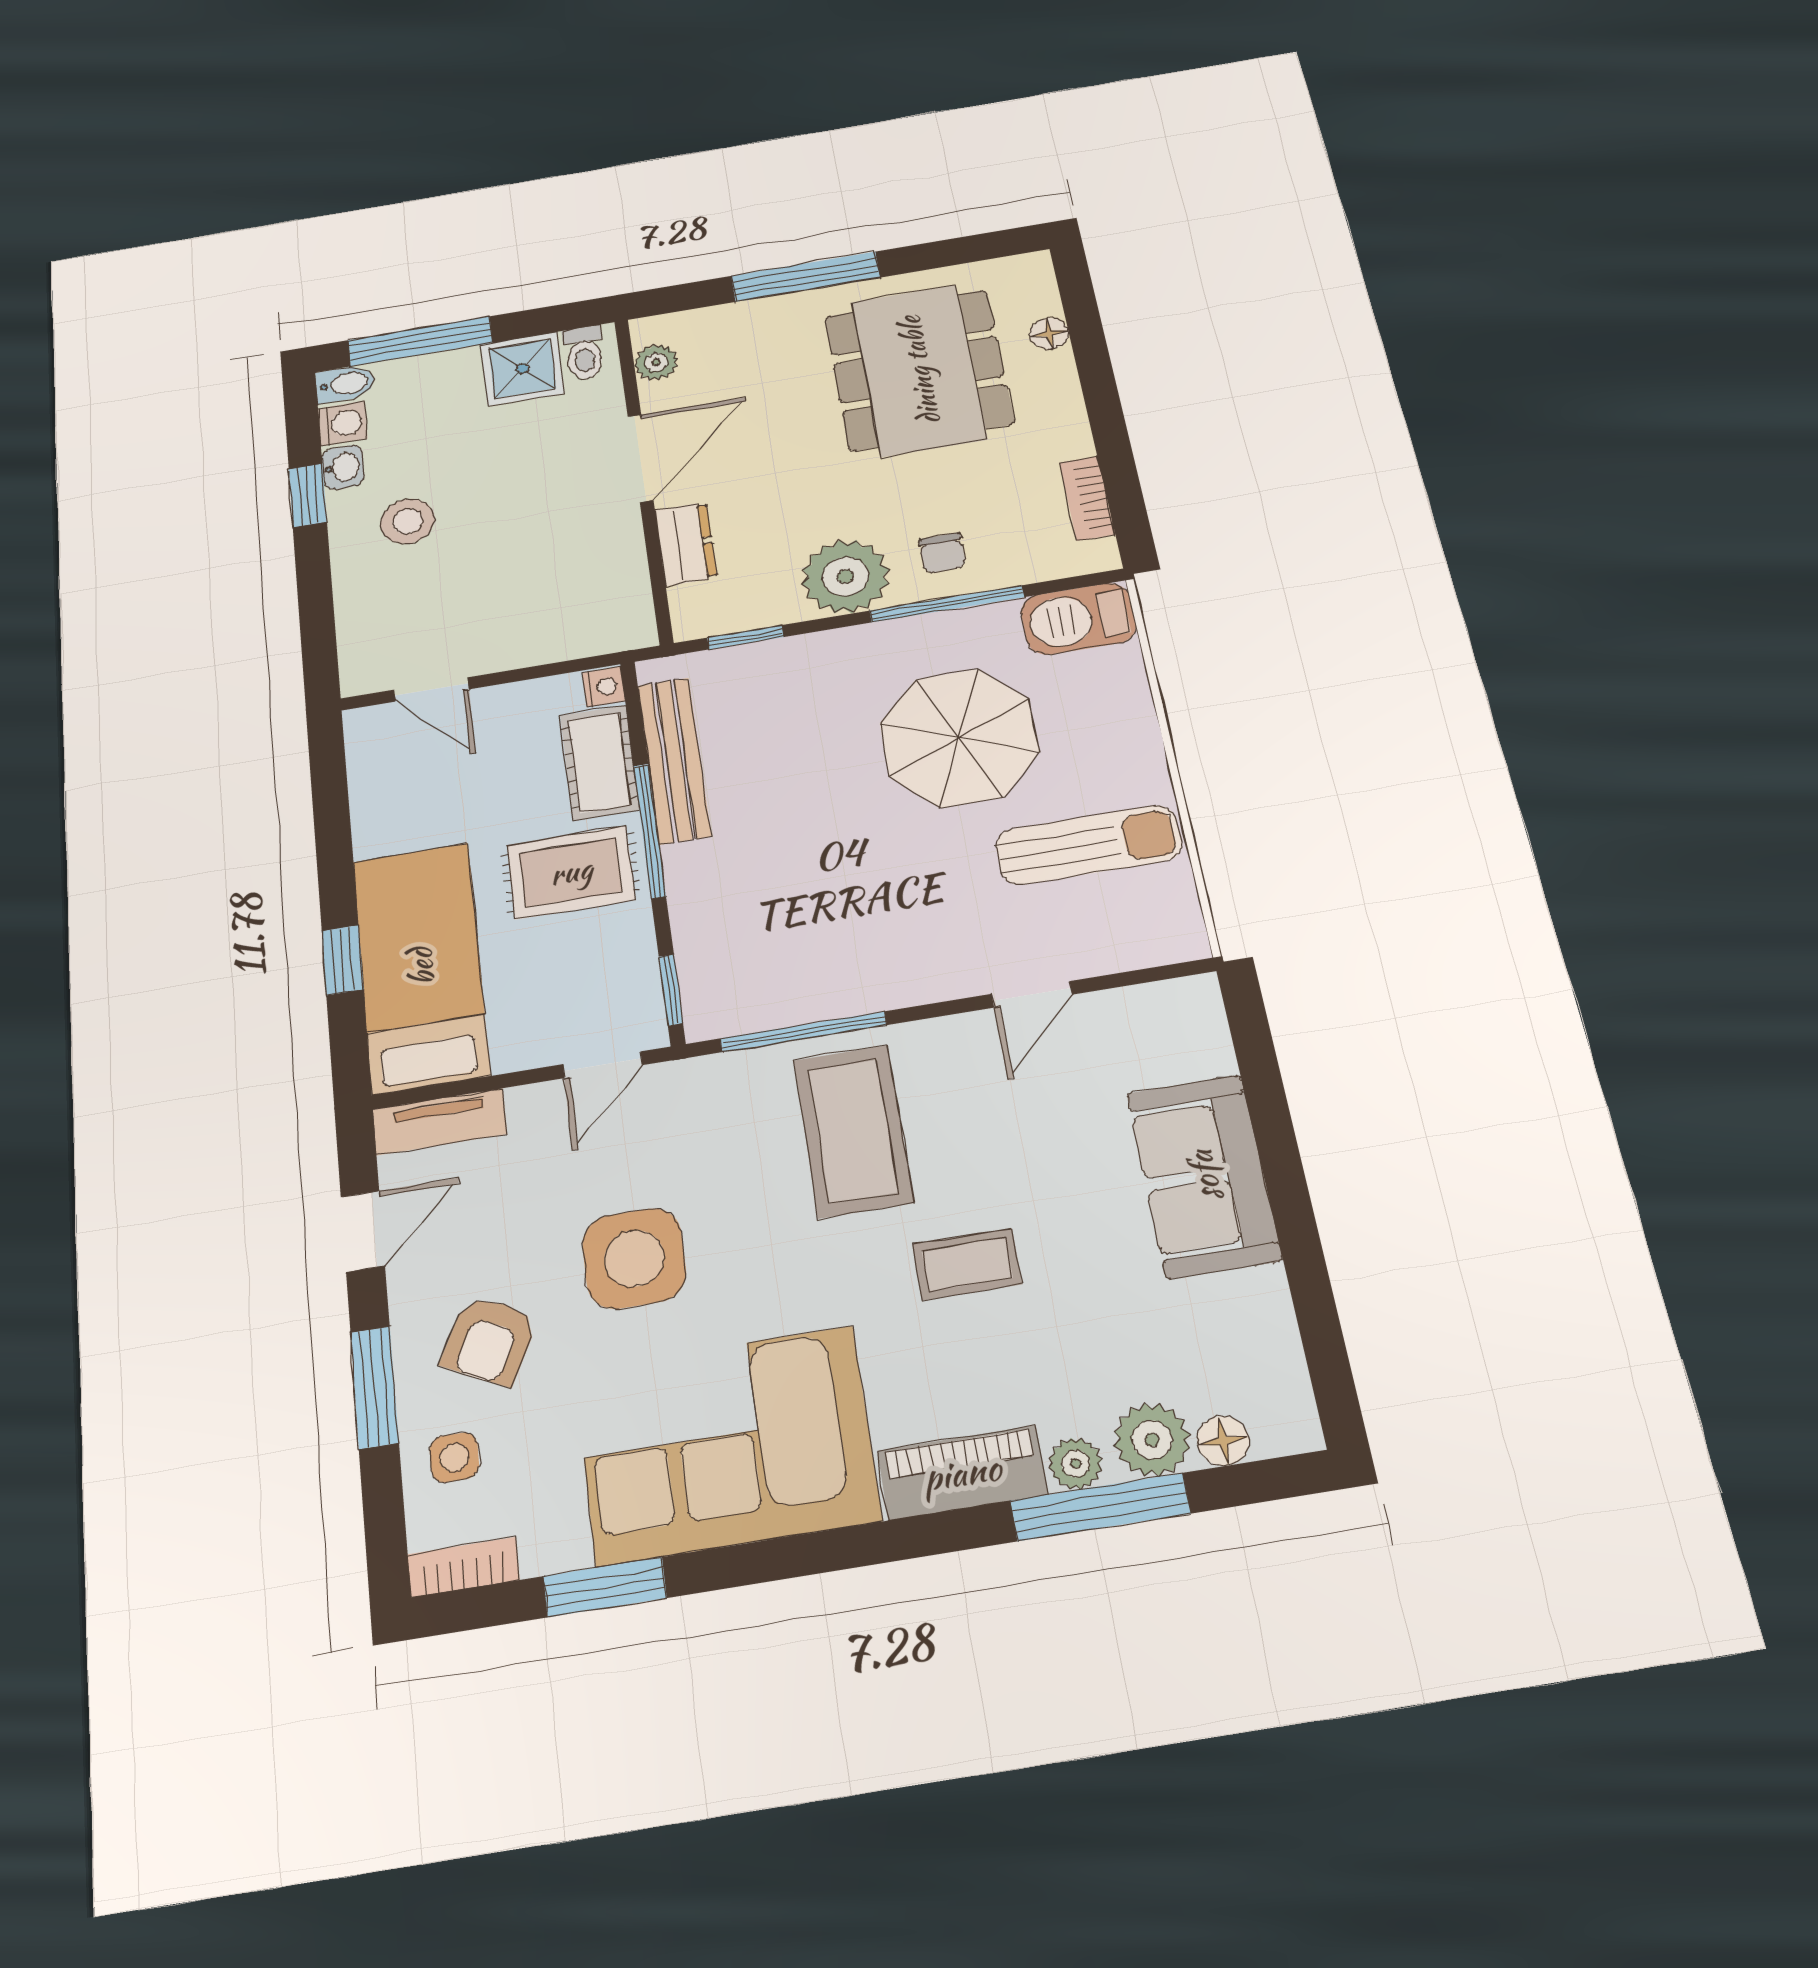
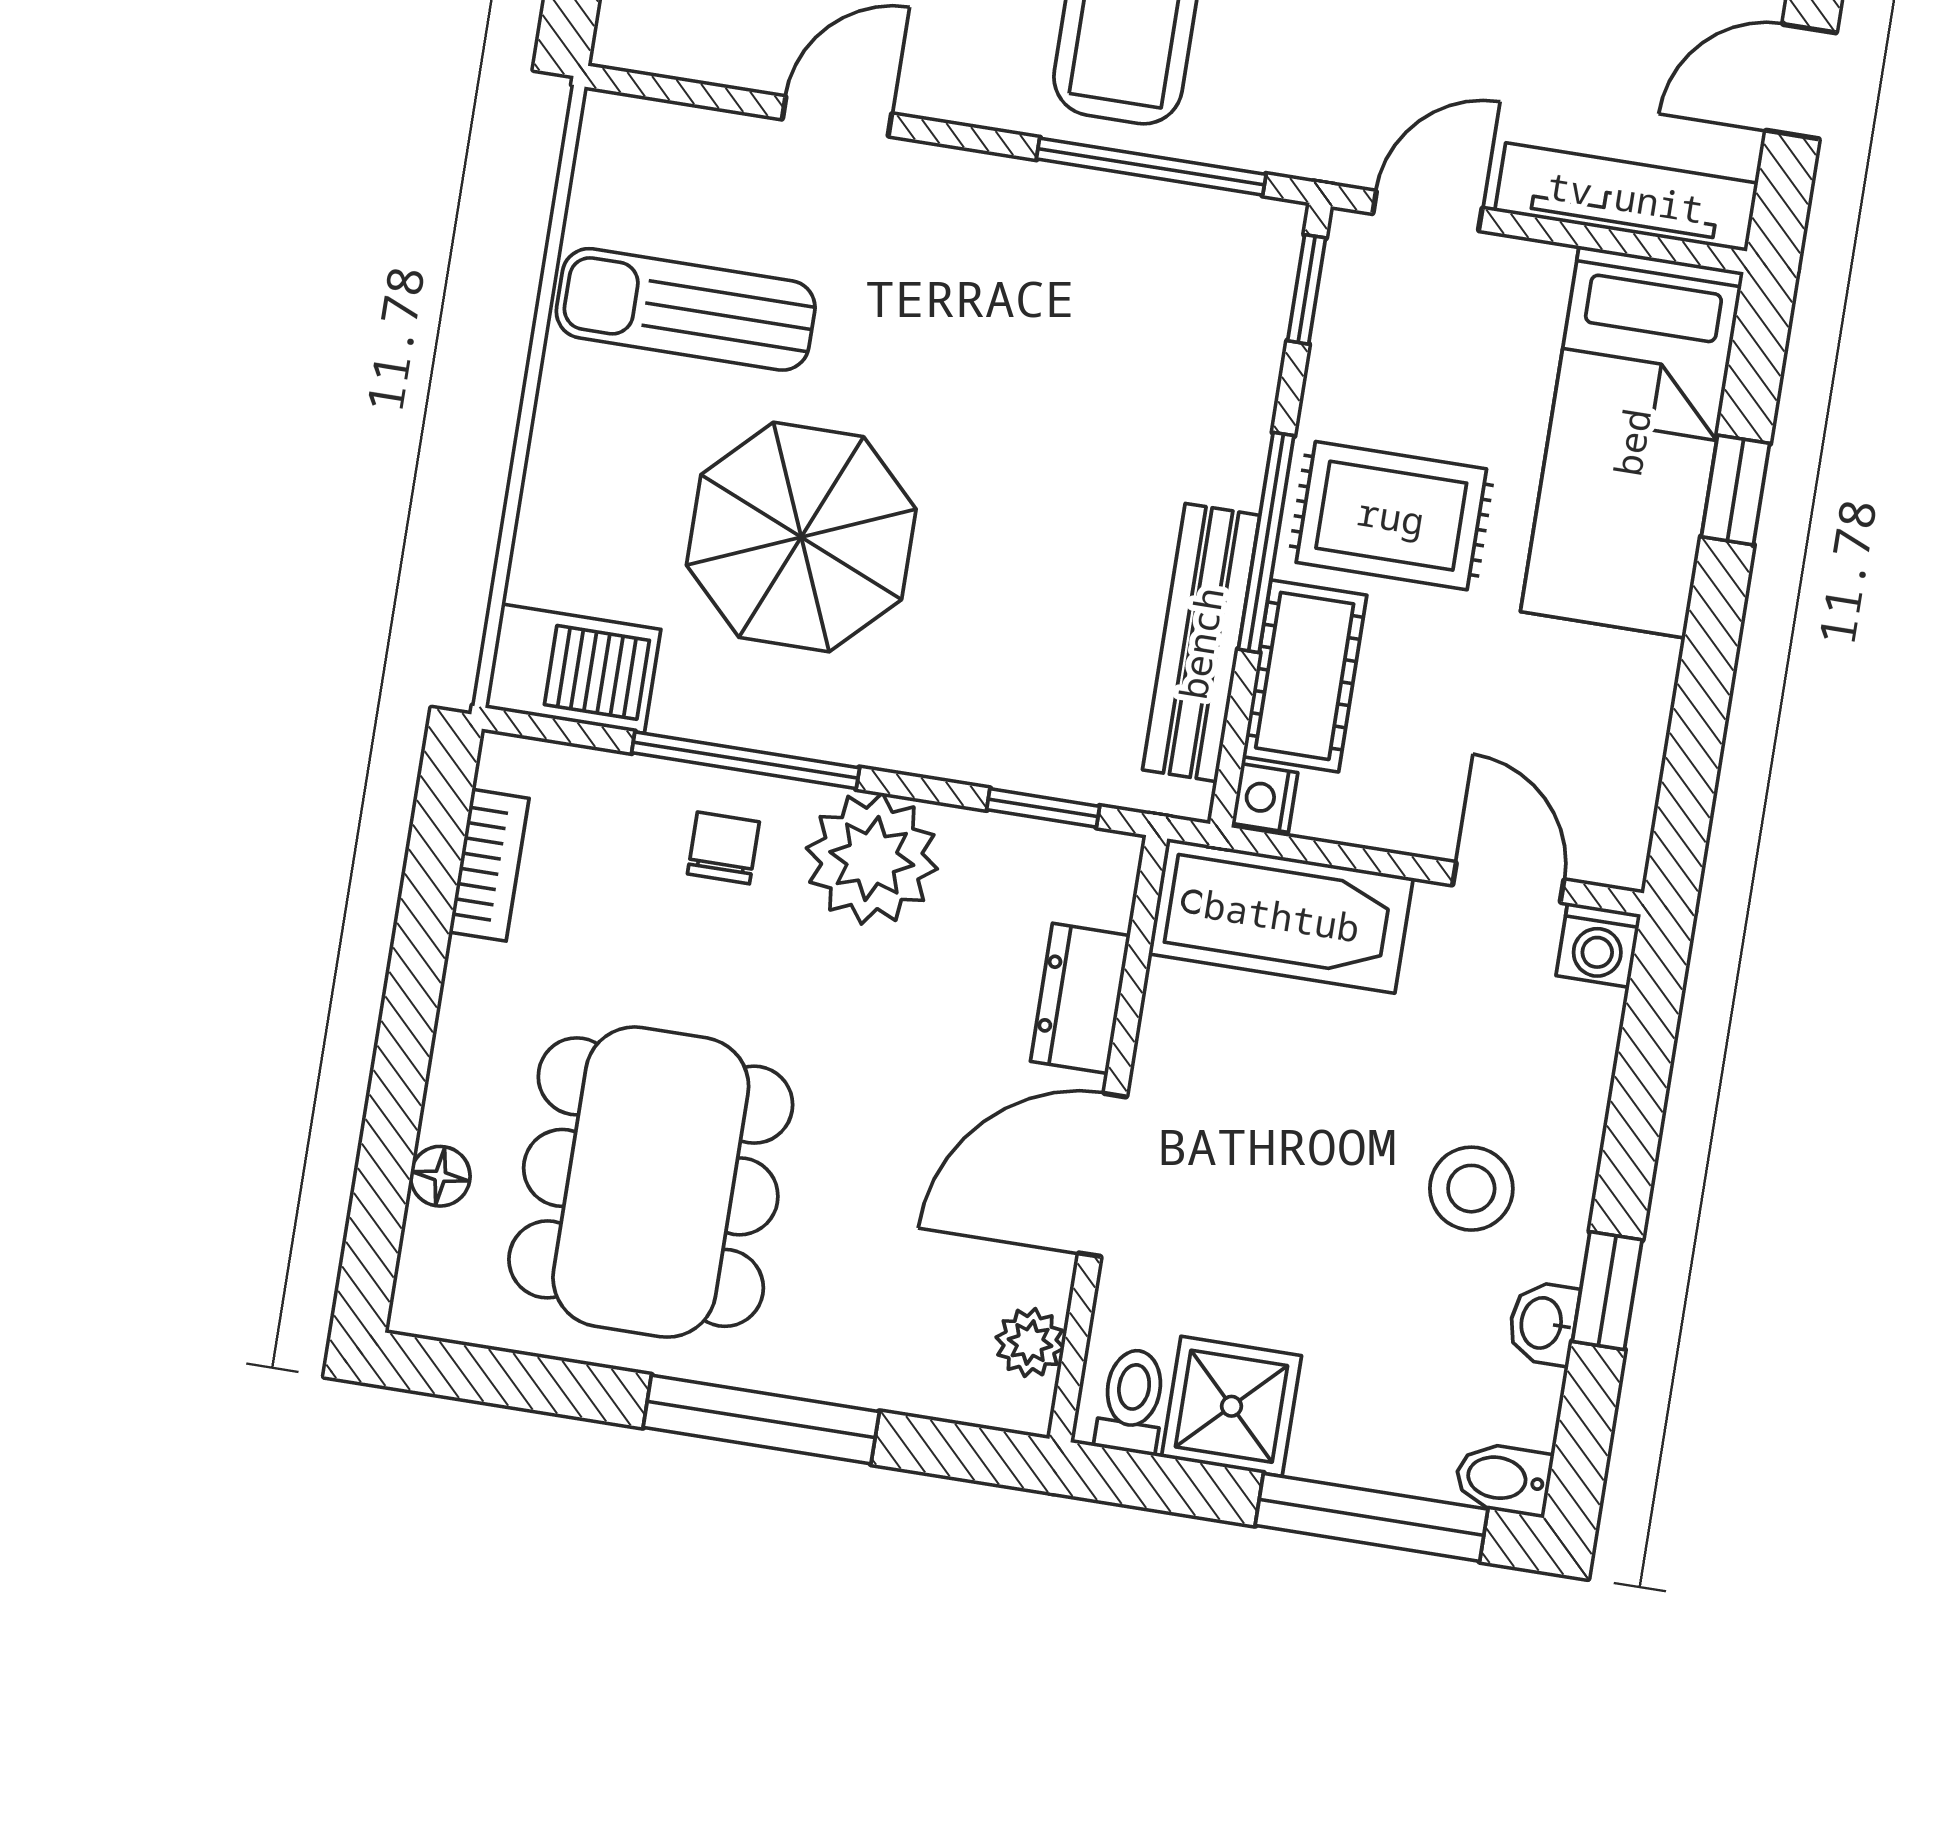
washing machine: (343, 423) -> (1598, 945), moved, turned -90
bathtub: (572, 627) -> (1282, 916), added
tv unit: (440, 1122) -> (1626, 197), width x1.41

